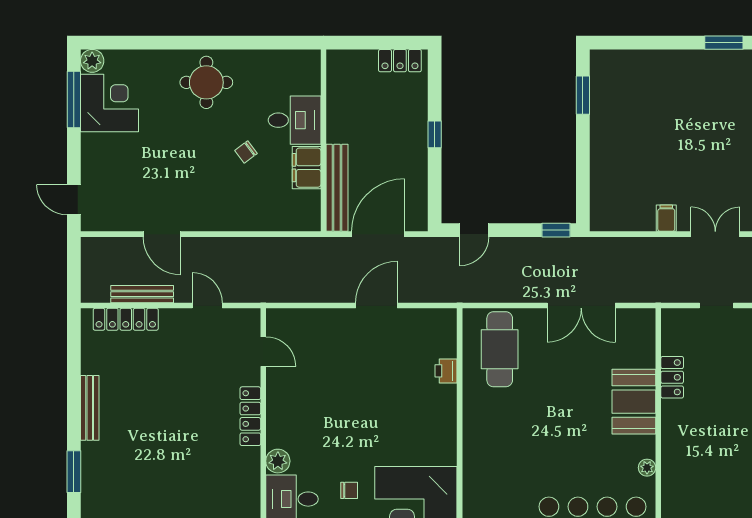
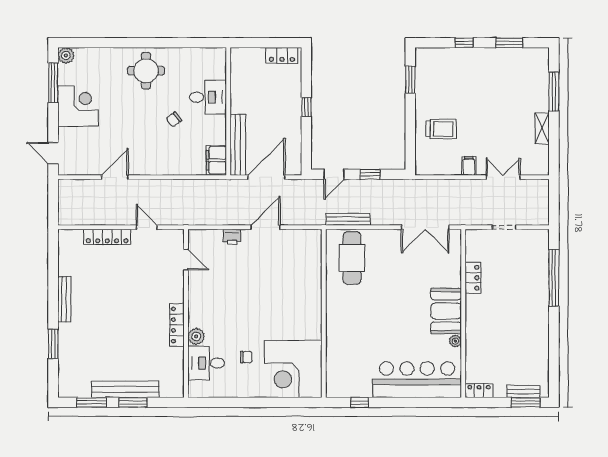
window: (660, 43) -> (464, 43), added
corner desk: (109, 103) -> (78, 106), moved
trolley: (627, 165) -> (441, 129), added
filing cabinet: (307, 168) -> (216, 160), moved
window: (556, 230) -> (370, 174), moved
door: (162, 234) -> (115, 177), swing flipped
bench: (142, 294) -> (348, 219), moved
double door: (581, 306) -> (425, 227), moved
locker: (126, 319) -> (107, 237), moved
printer: (446, 371) -> (232, 237), moved, turned -90
booth: (634, 402) -> (446, 311), moved
locker: (250, 416) -> (177, 325), moved

